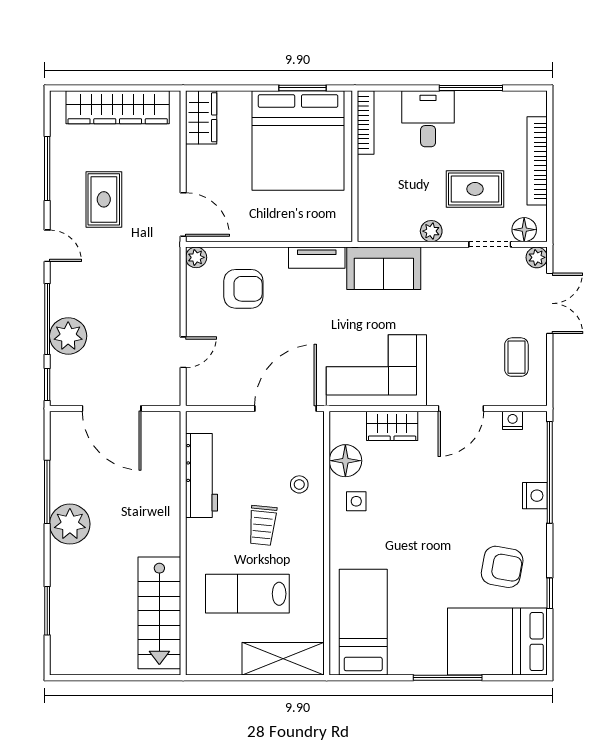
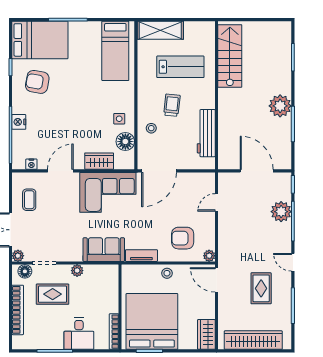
stool: (271, 226) -> (167, 273), added

